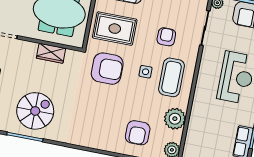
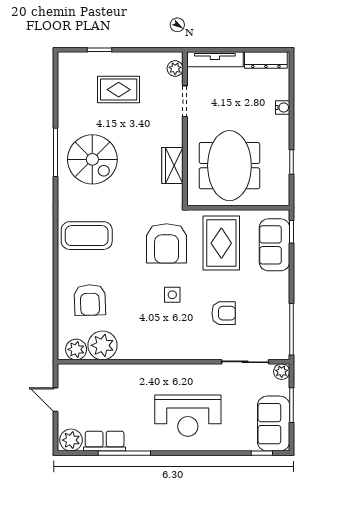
coffee table: (171, 77) -> (87, 236), moved
plant: (175, 119) -> (103, 345), moved
armchair: (138, 133) -> (90, 300), turned -92

